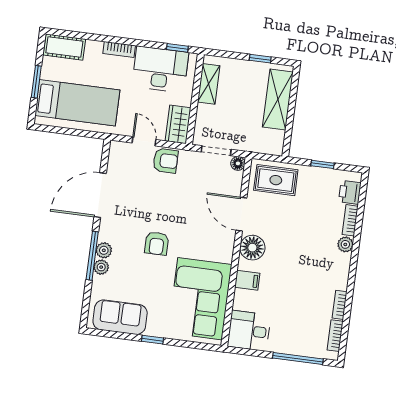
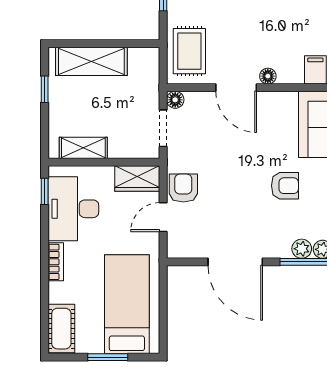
door: (241, 214) -> (236, 88), hinge flipped
floor lamp: (252, 248) -> (268, 76), width x0.53, depth x0.53

